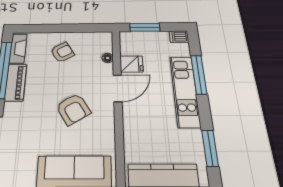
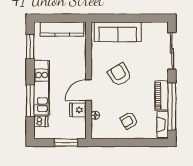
dishwasher: (179, 37) -> (41, 121), moved

